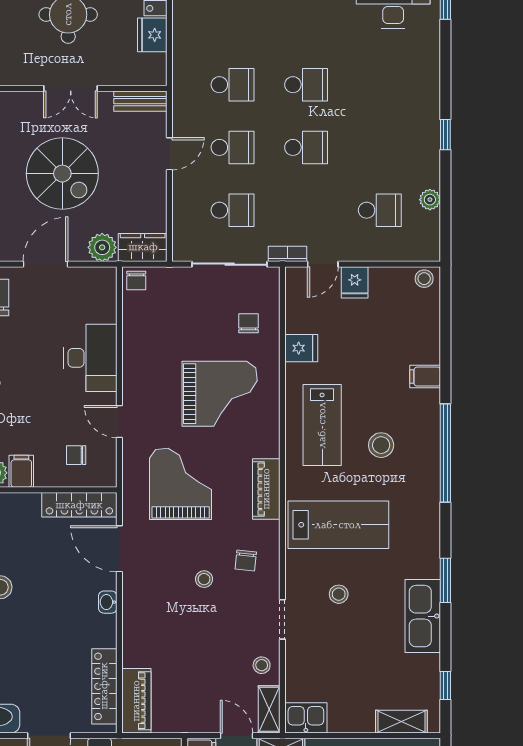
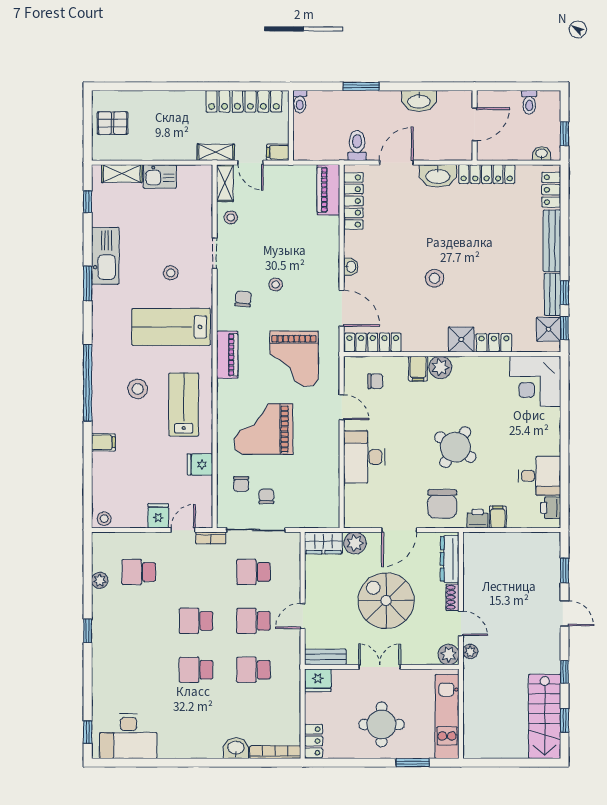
fridge: (152, 35) -> (318, 680), moved, turned 90
chair: (136, 281) -> (266, 496), moved
kitchen sink: (306, 718) -> (160, 176), moved

